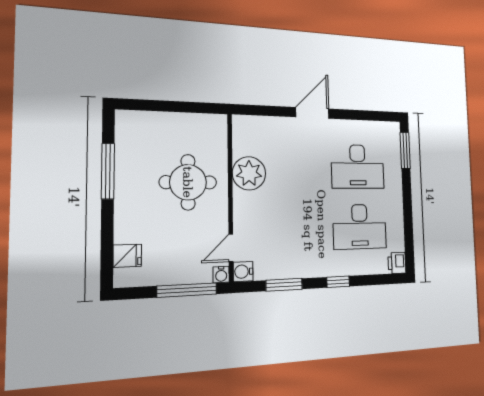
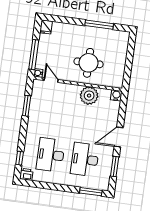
door: (312, 113) -> (119, 137), swing flipped
window: (361, 115) -> (115, 166), added
fridge: (127, 256) -> (46, 27), moved
water cooler: (243, 272) -> (116, 95), moved
window: (338, 282) -> (20, 158), moved

